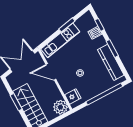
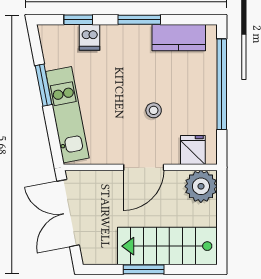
kitchen counter: (111, 62) -> (179, 38), width x0.67
door: (51, 72) -> (144, 167), moved

